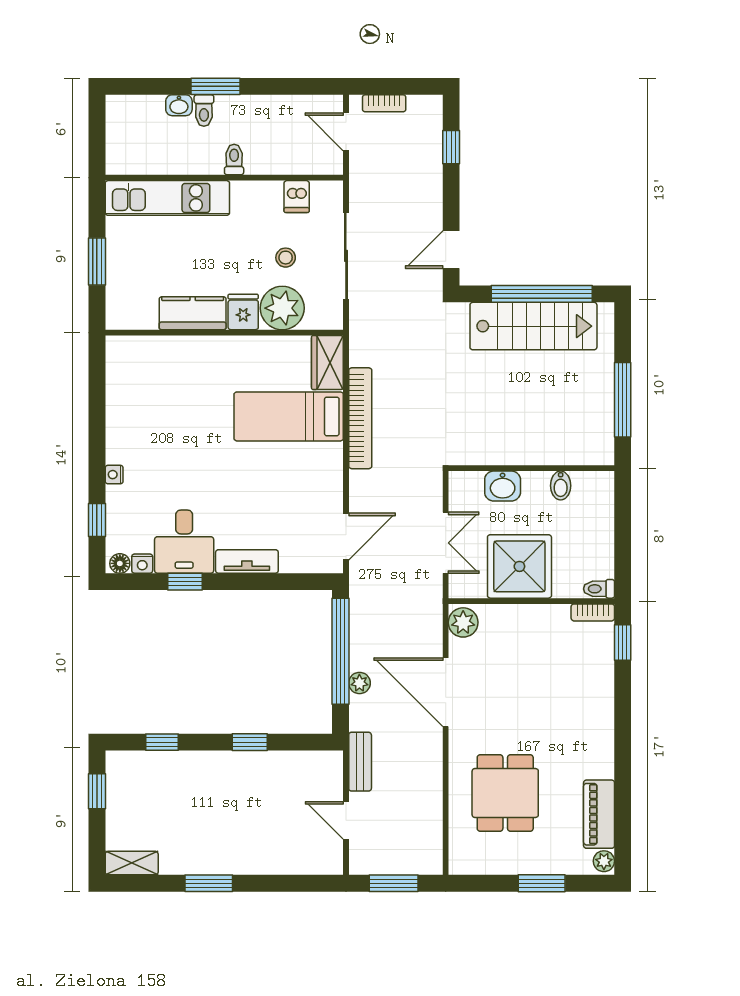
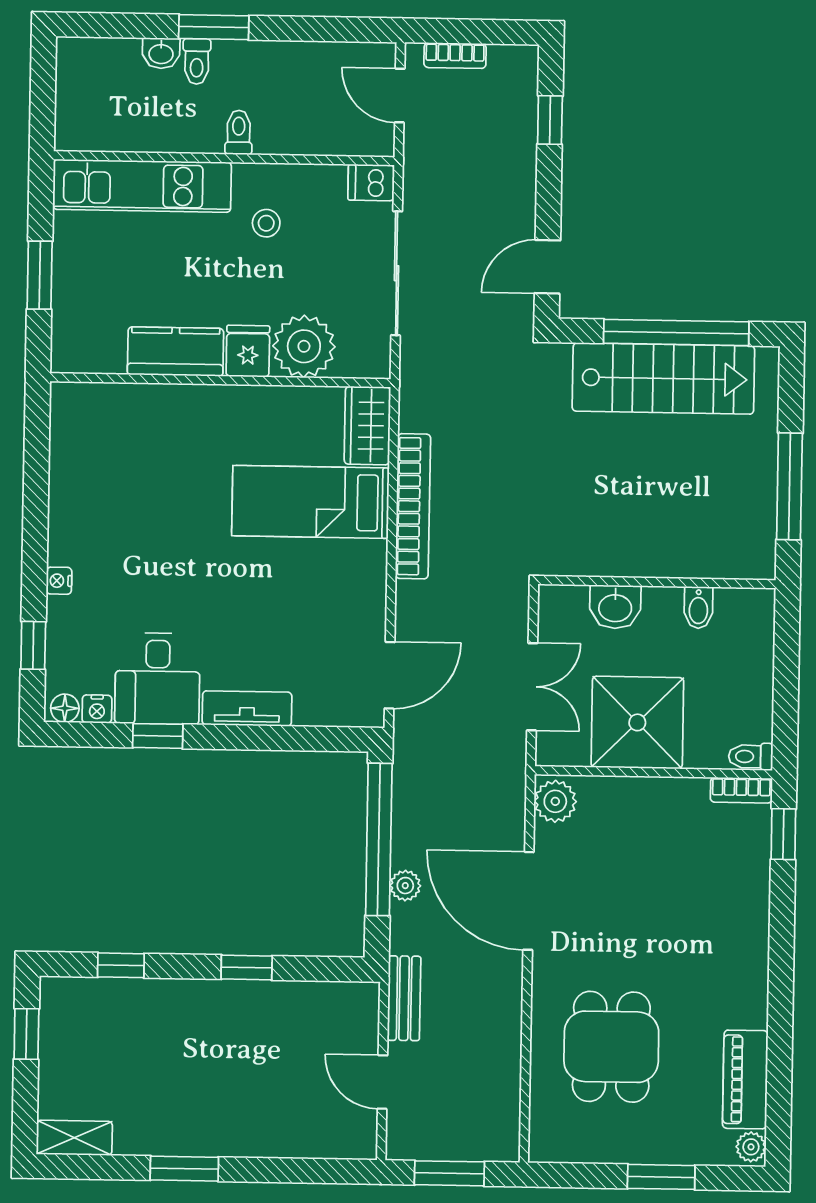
dishwasher: (297, 197) -> (371, 183), moved, turned 90
stool: (286, 258) -> (266, 223), moved

